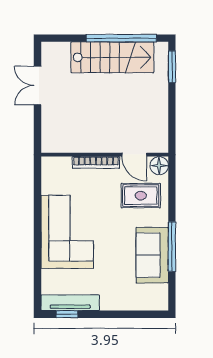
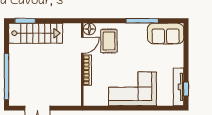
window: (121, 38) -> (7, 76), moved
stairs: (112, 57) -> (36, 33), moved, turned 90
sofa: (152, 255) -> (166, 34), moved

